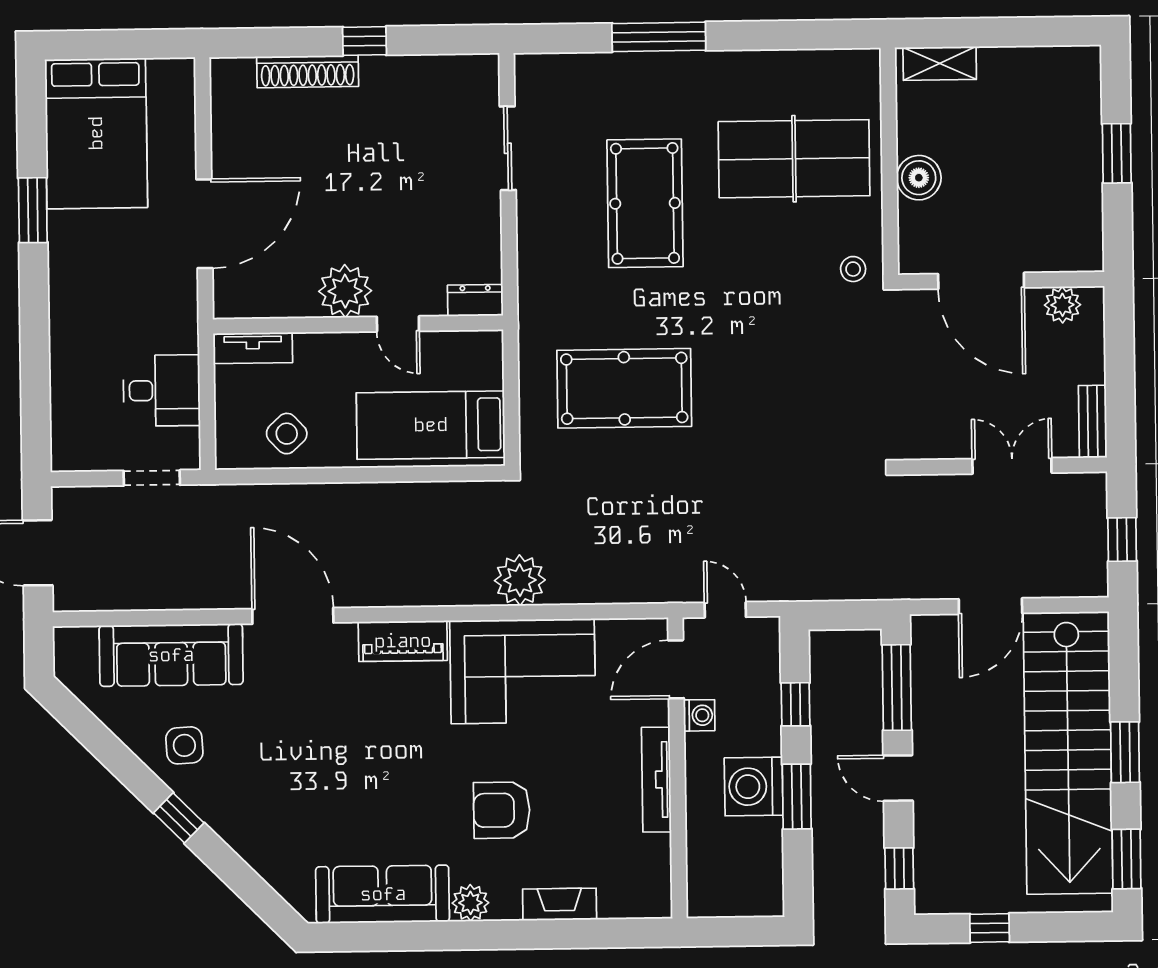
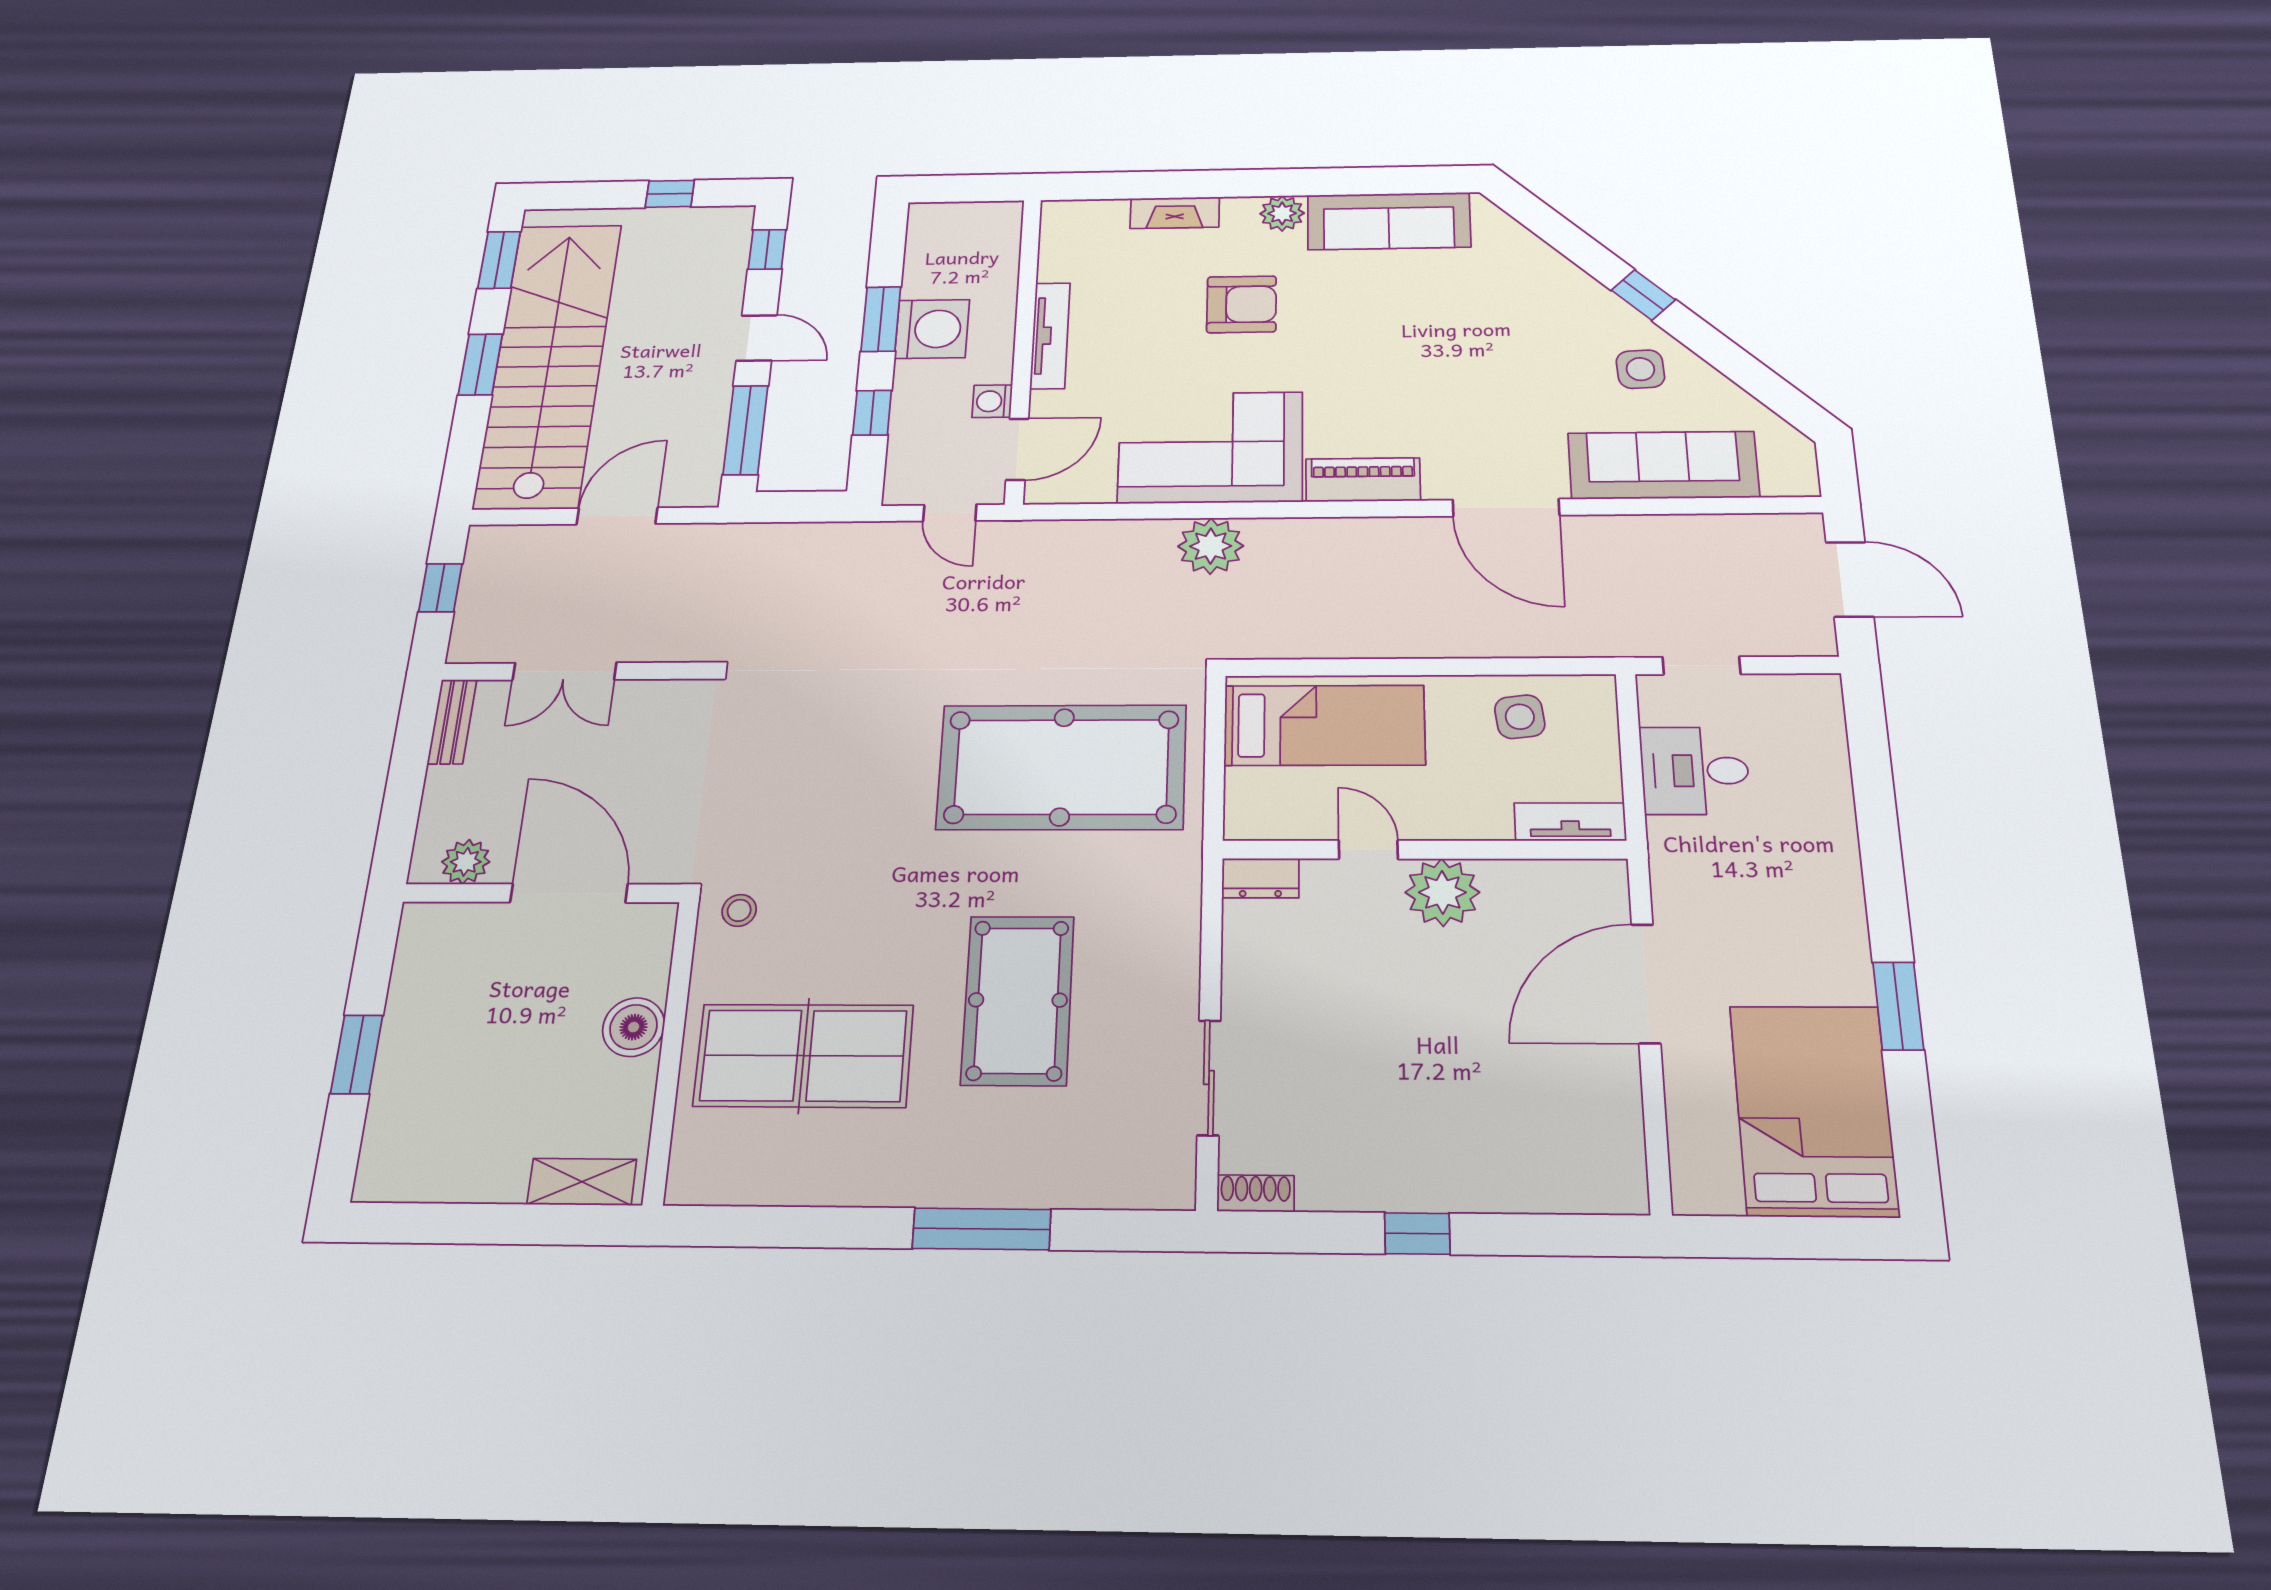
shoe rack: (308, 71) -> (1256, 1193), moved, width x0.51, depth x0.81
pool table: (624, 388) -> (1062, 767), width x1.36, depth x1.32
side table: (287, 434) -> (1520, 717), turned 36

